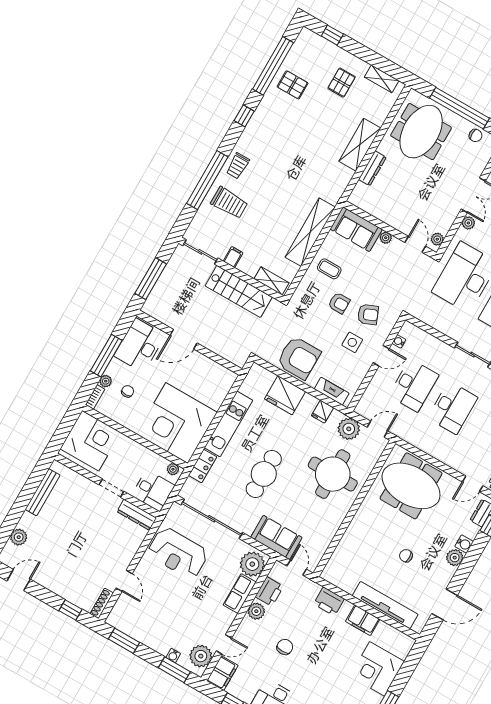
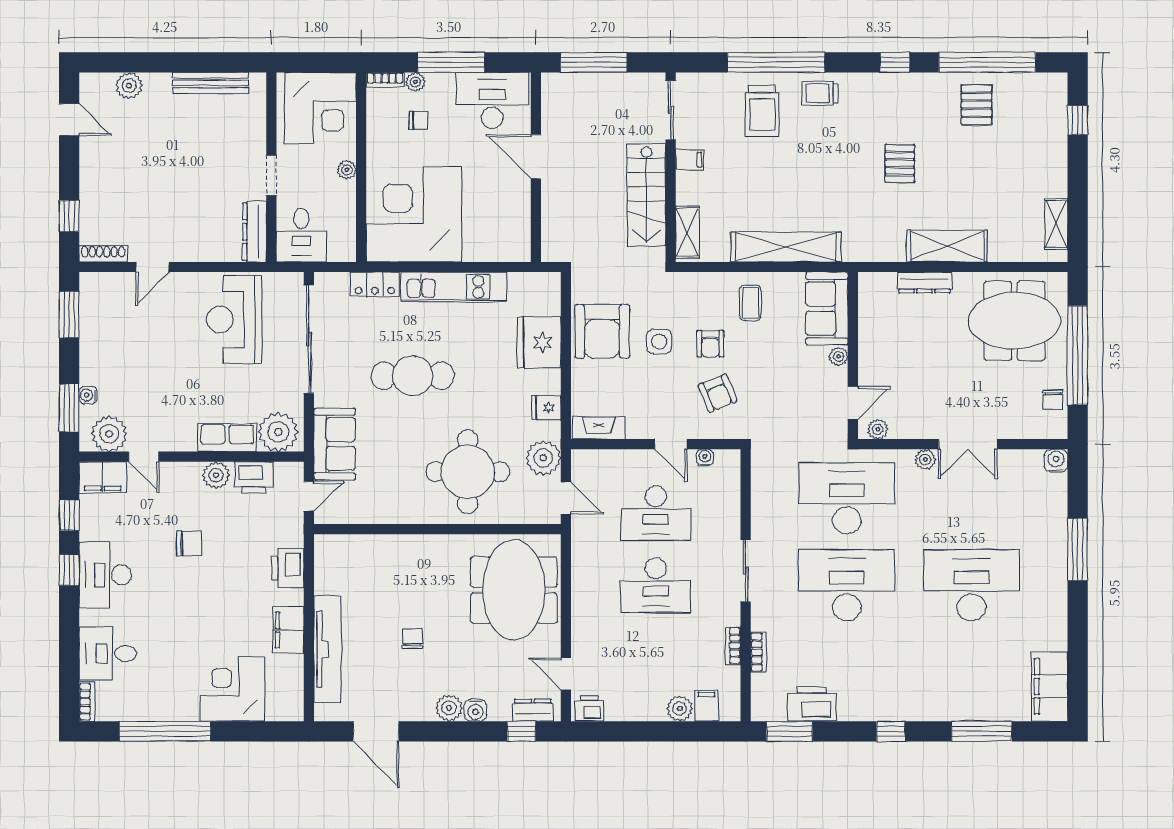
pallet: (342, 83) -> (900, 163), moved, turned 90
side table: (352, 342) -> (659, 342), moved
fireplace: (332, 391) -> (599, 428), moved, turned -90
plant: (173, 469) -> (347, 170), moved

